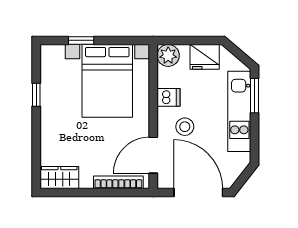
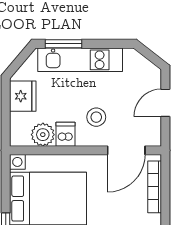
plant: (168, 55) -> (43, 135), moved
door: (153, 155) -> (126, 150), hinge flipped
door: (198, 193) -> (165, 103), width x0.53

